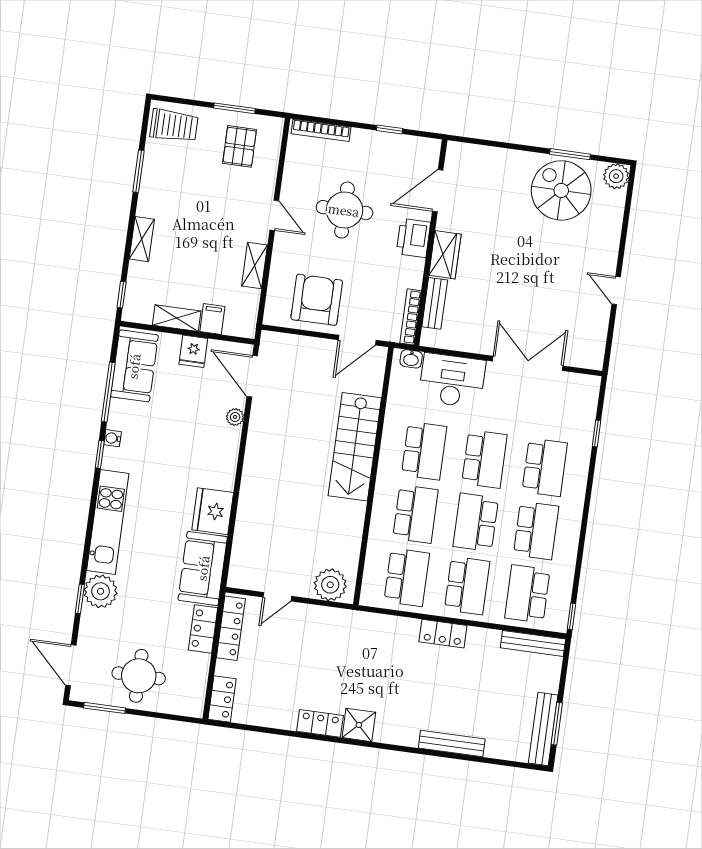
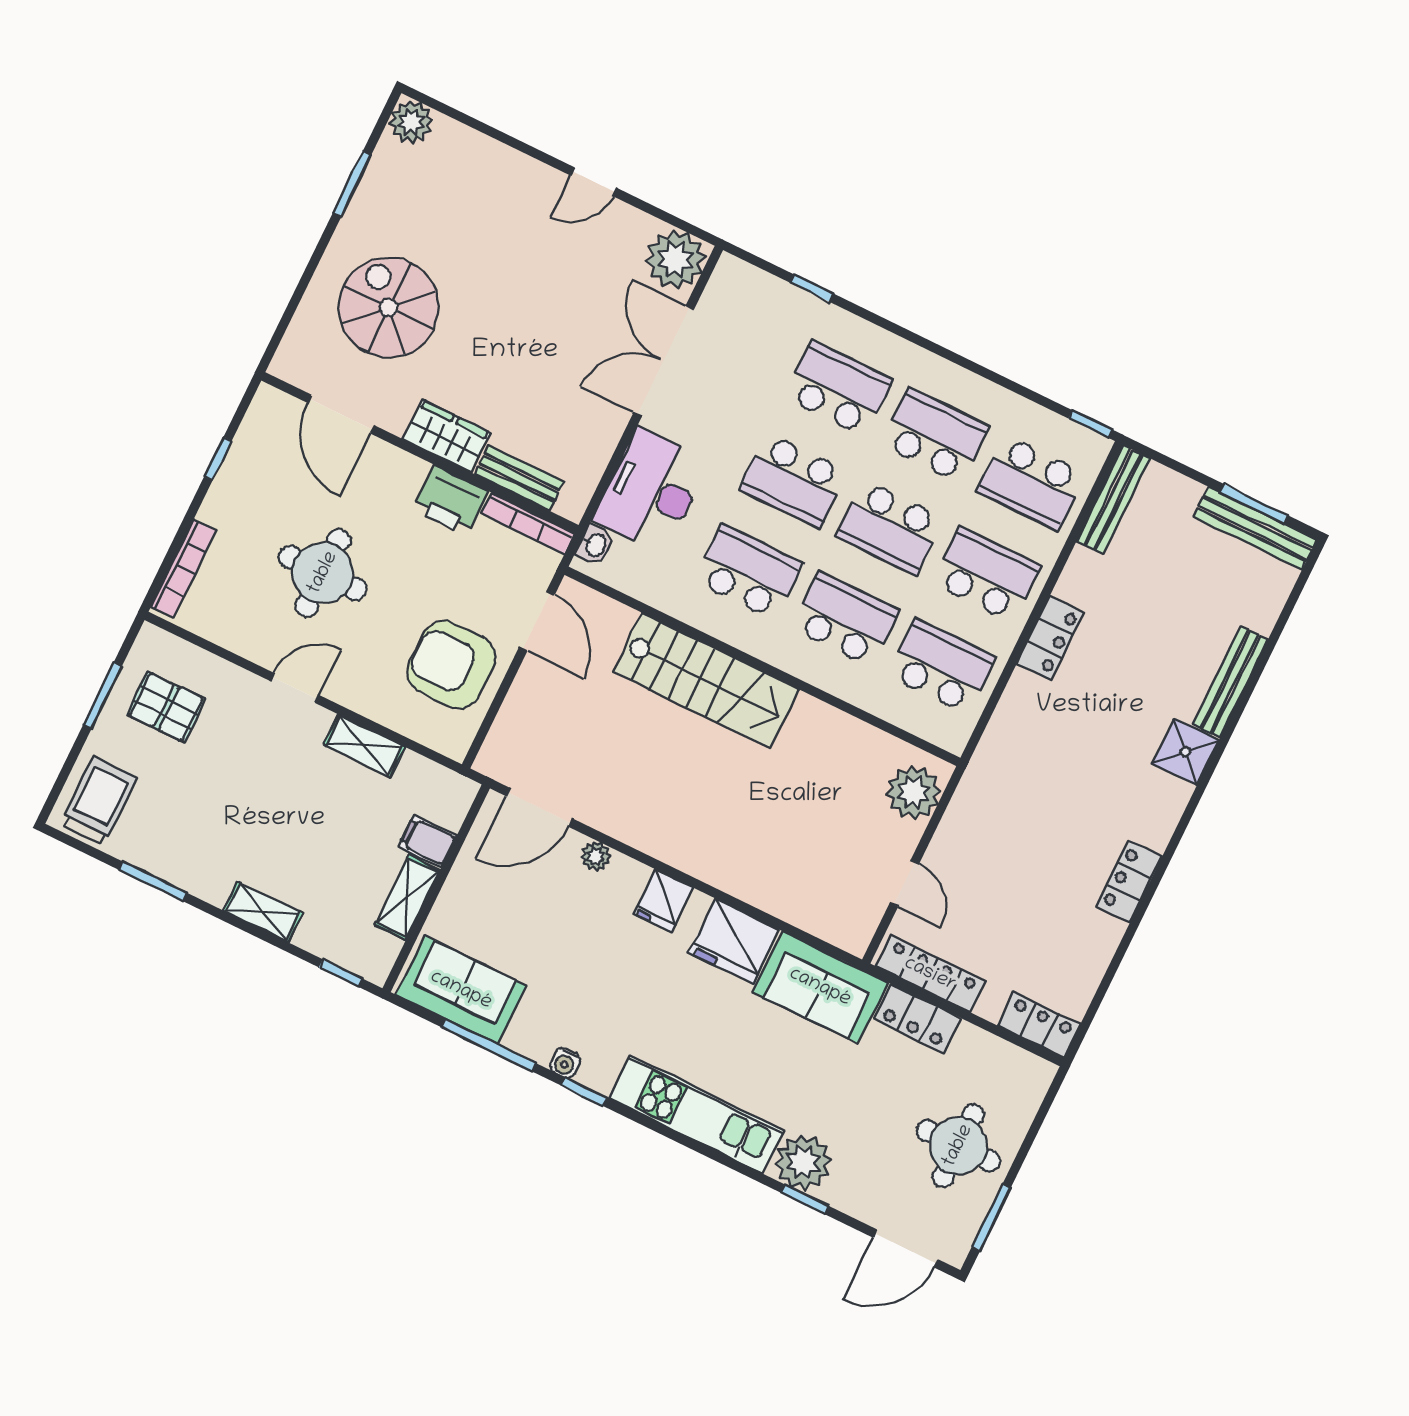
spiral stairs: (561, 190) -> (389, 308), moved, turned 90
printer: (413, 238) -> (451, 501), moved
fridge: (193, 351) -> (664, 901), moved, turned 90
plant: (587, 351) -> (675, 259), added
school desk: (484, 459) -> (793, 480), turned 180
shower: (359, 725) -> (1185, 752), moved

